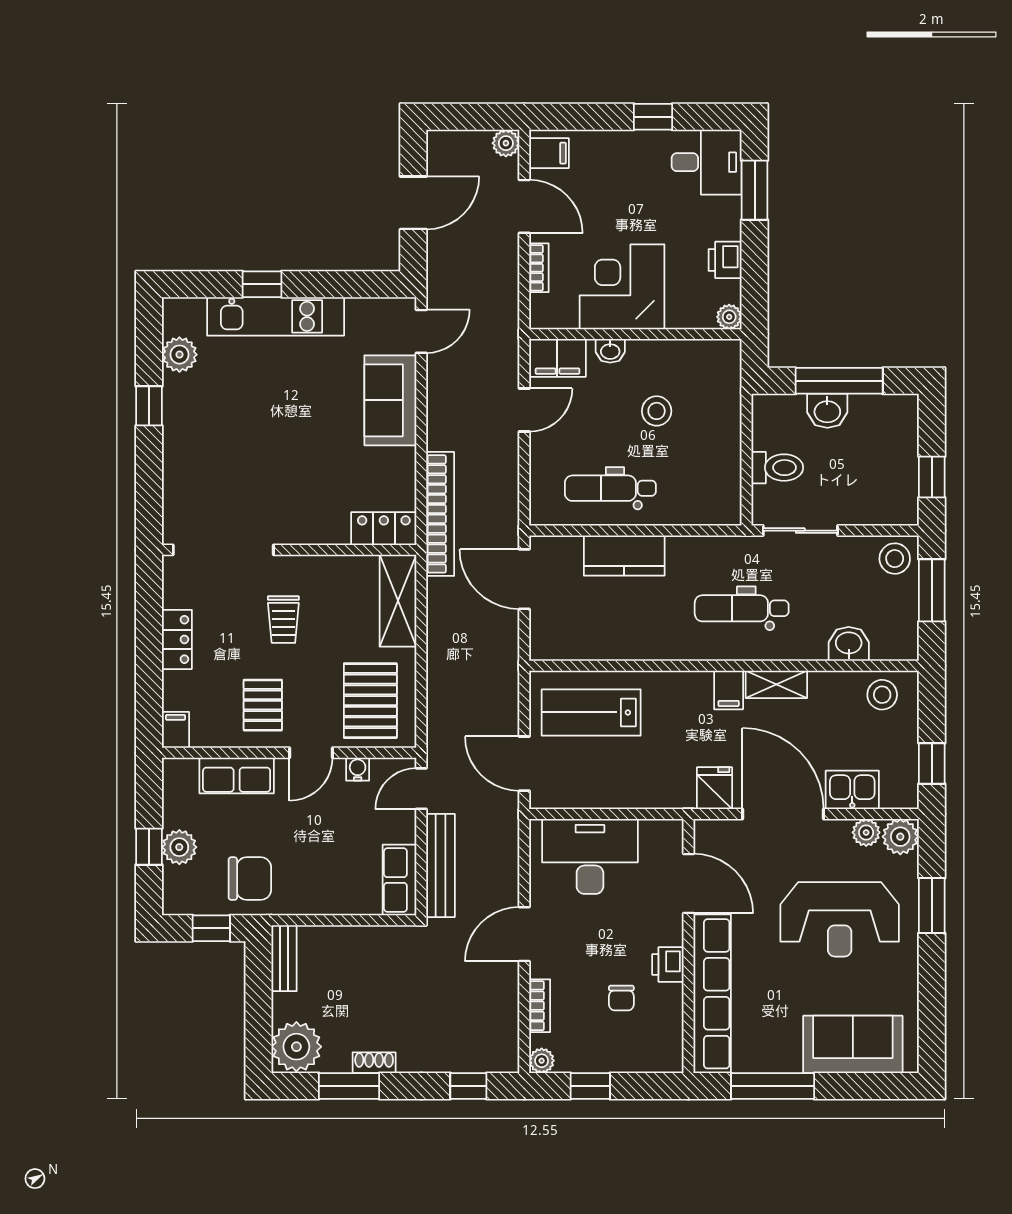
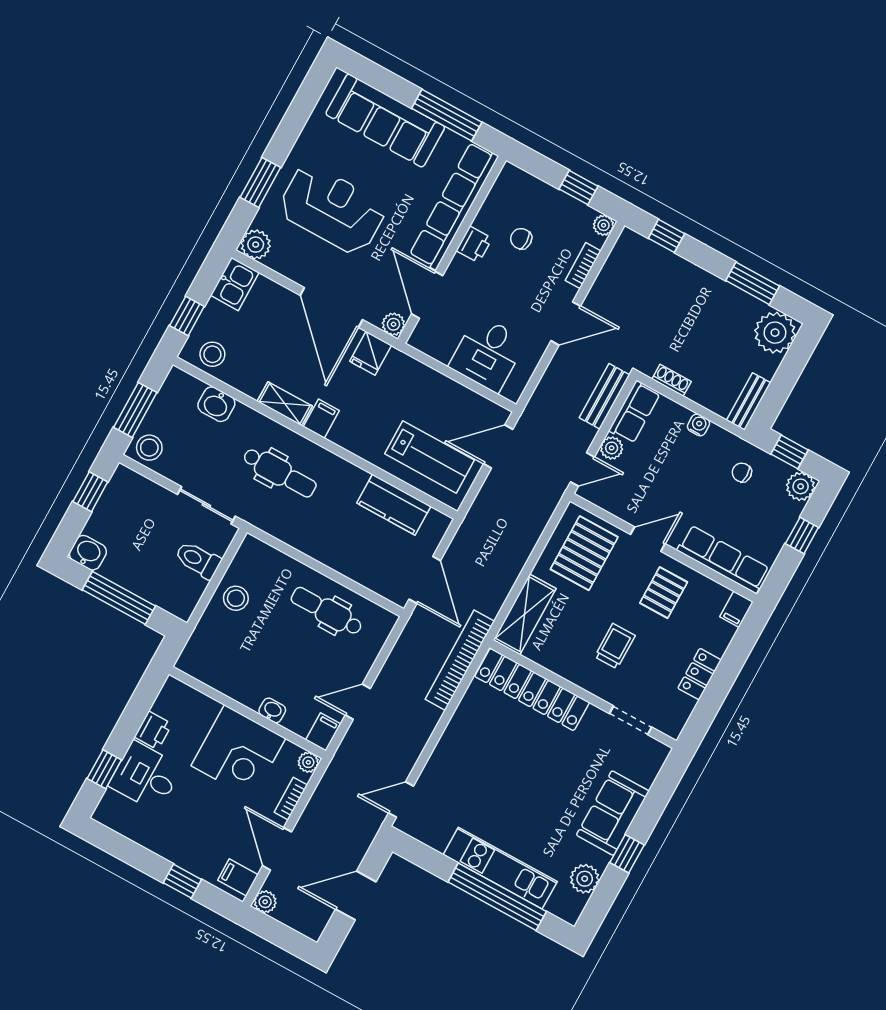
window: (653, 117) -> (182, 881), moved
desk: (707, 162) -> (145, 776), moved
window: (755, 190) -> (104, 769), width x0.67
window: (262, 284) -> (497, 897), width x3.17
plant: (729, 317) -> (308, 762), moved
filing cabinet: (557, 358) -> (323, 732), width x0.50
sofa: (390, 400) -> (613, 813), moved, turned 180
stool: (657, 411) -> (236, 598), moved
washbasin: (827, 411) -> (88, 553), moved
dental chair: (610, 488) -> (327, 611), turned 180
locker: (384, 529) -> (532, 689), width x2.16, depth x1.21
doorway: (223, 550) -> (631, 720), width x0.53
kitchen counter: (624, 556) -> (394, 505), moved, turned 180
window: (932, 763) -> (187, 316), moved
door: (524, 764) -> (498, 446), swing flipped
water cooler: (358, 769) -> (698, 425), moved, turned 180
row of seats: (237, 775) -> (723, 559), width x1.48
kitchen sink: (852, 790) -> (235, 284), moved, turned -90
plant: (403, 828) -> (612, 448), added
plant: (866, 832) -> (393, 324), moved
plant: (179, 847) -> (801, 486), moved
desk: (590, 856) -> (488, 354), width x0.73
bench: (440, 866) -> (605, 396), width x0.73
chair: (250, 879) -> (742, 472), width x0.54, depth x0.54
chair: (621, 998) -> (521, 239), turned -90
sofa: (853, 1044) -> (385, 120), width x1.36
shoe rack: (374, 1063) -> (672, 380), moved, turned 180

